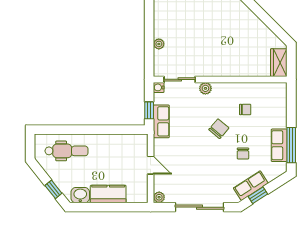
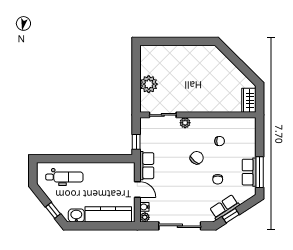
plant: (159, 44) -> (149, 84), width x1.87, depth x1.87
water cooler: (159, 87) -> (144, 207), moved
row of seats: (161, 121) -> (147, 166), moved
kitchen counter: (108, 194) -> (108, 214), width x1.50

